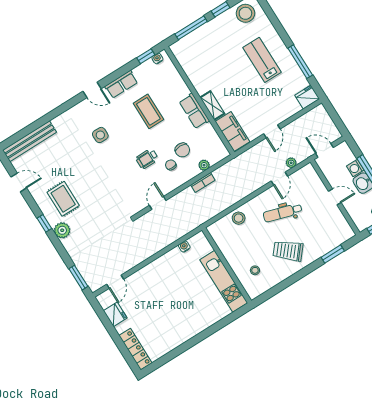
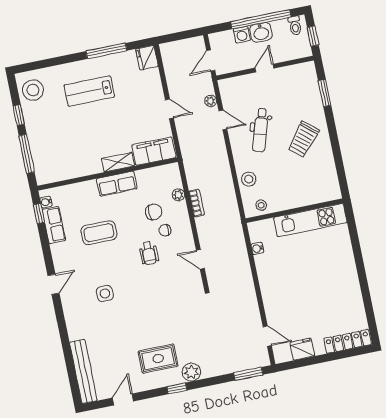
row of seats: (121, 84) -> (54, 225), moved
stool: (255, 270) -> (261, 205), moved

